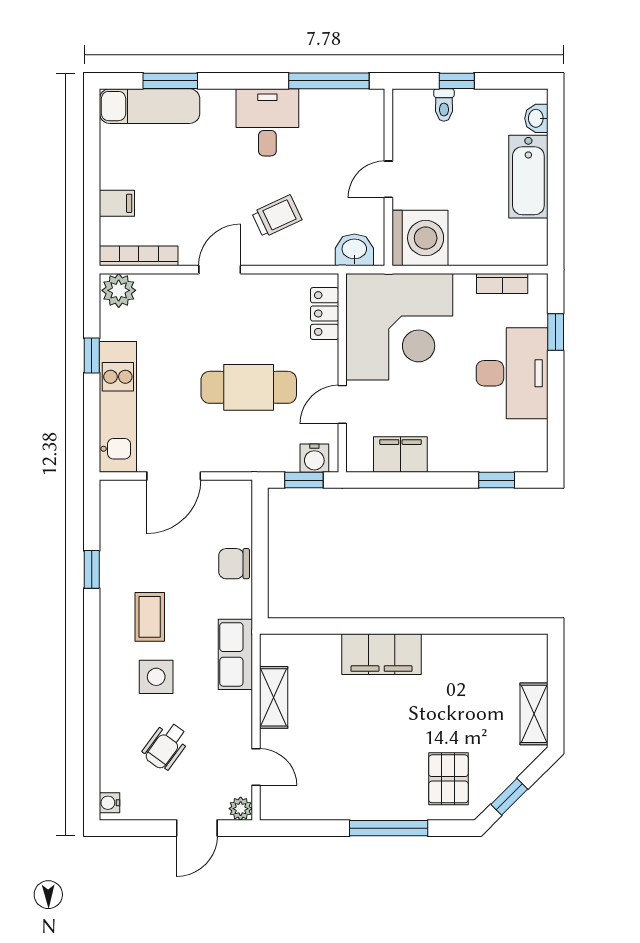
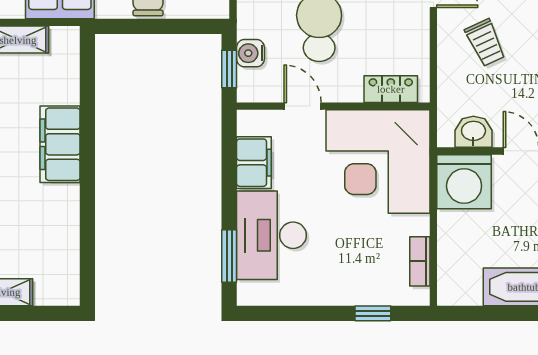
washbasin: (354, 250) -> (473, 132), moved, turned -90
desk: (512, 373) -> (271, 235), moved, turned 90
water cooler: (314, 458) -> (250, 53), moved
window: (497, 480) -> (229, 256), width x1.50

